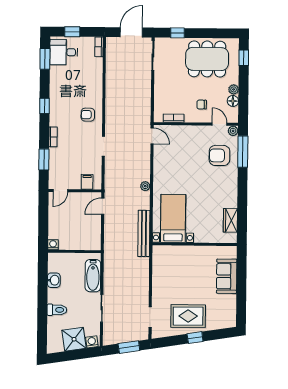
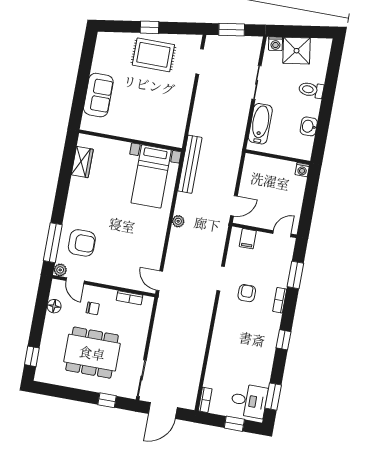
dining table: (207, 59) -> (92, 353), moved
plant: (234, 89) -> (51, 320), removed
armchair: (88, 115) -> (247, 293), moved, turned -90

